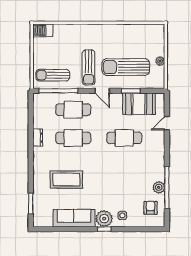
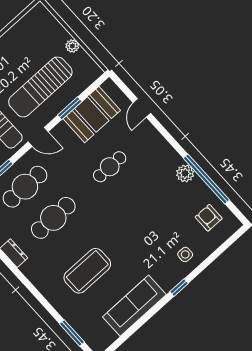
cafe table: (124, 138) -> (110, 167), width x0.73, depth x0.74
plant: (159, 187) -> (185, 173), moved
plant: (104, 219) -> (168, 276), removed

